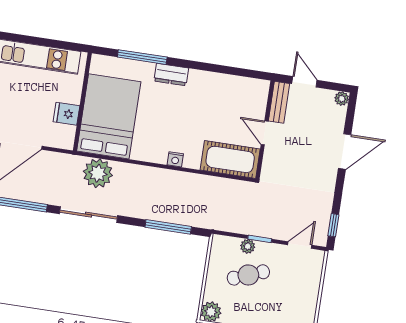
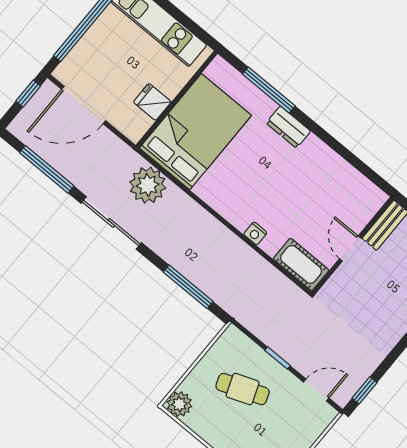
nightstand: (175, 159) -> (255, 233), moved
cot: (230, 159) -> (301, 264), width x0.73, depth x0.75
plant: (248, 246) -> (260, 358), removed

